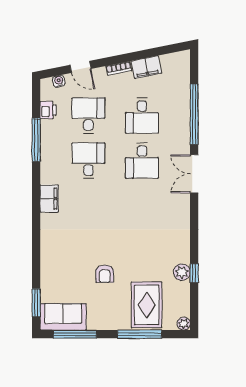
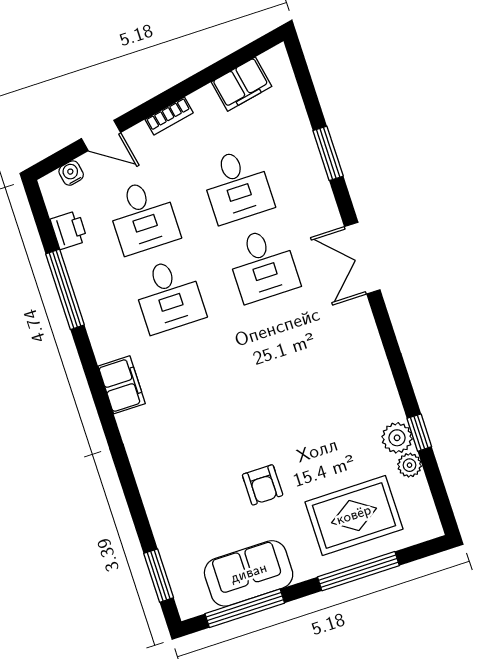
filing cabinet: (146, 67) -> (241, 84), moved
window: (194, 114) -> (328, 153), width x0.47
desk: (88, 116) -> (143, 216), turned 180
desk: (88, 161) -> (169, 296), turned 180
rug: (147, 305) -> (354, 515), turned 90
sofa: (63, 317) -> (249, 573), moved
plant: (184, 324) -> (410, 465), moved

